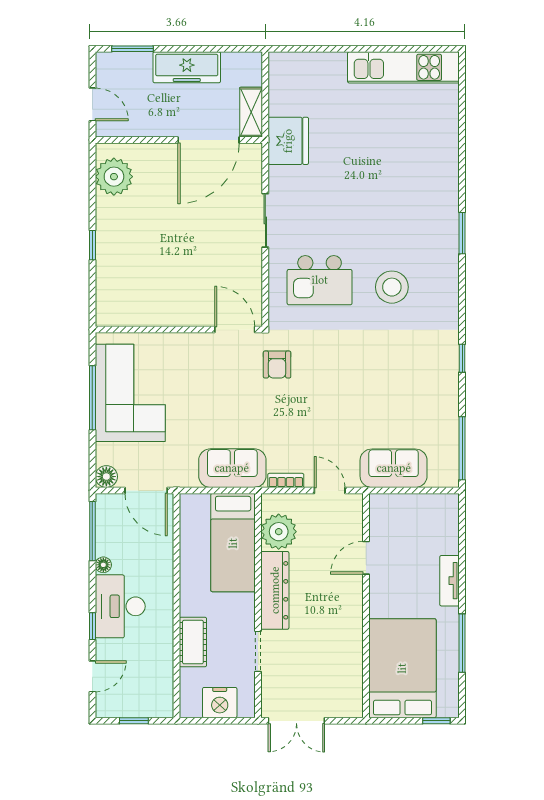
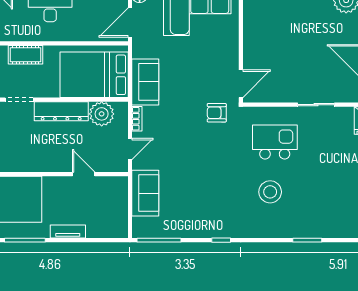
kitchen island: (320, 280) -> (275, 142), turned 90
bed: (233, 543) -> (94, 75), width x1.50

